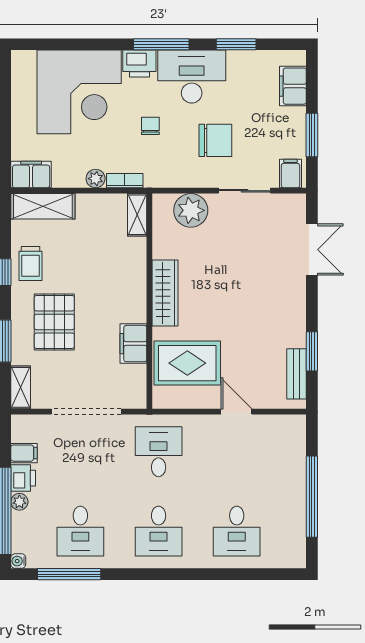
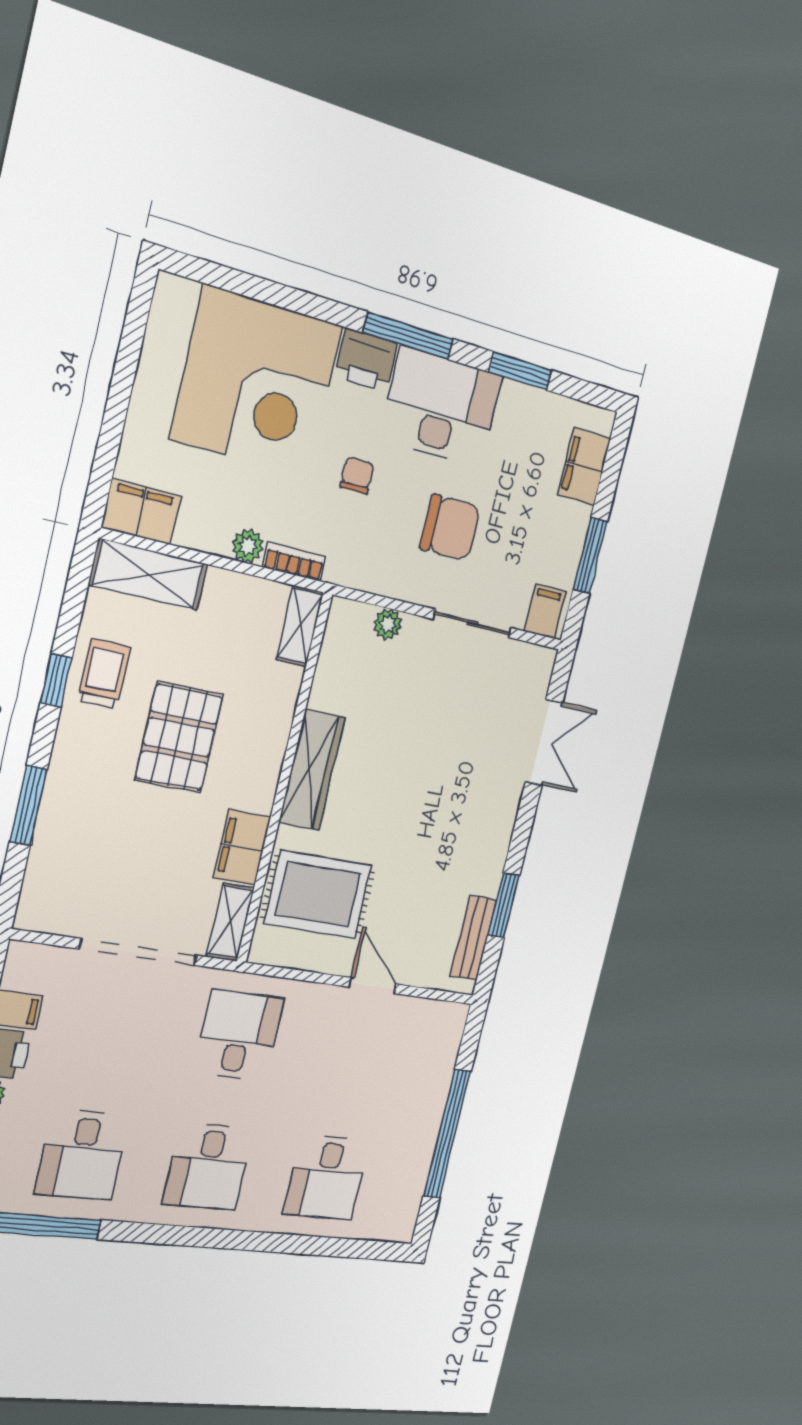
plant: (191, 210) -> (388, 624), width x0.53, depth x0.53
trolley: (31, 263) -> (104, 674), turned 180
pallet: (54, 322) -> (179, 737), moved
shelving: (21, 387) -> (230, 922), moved

